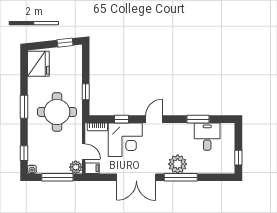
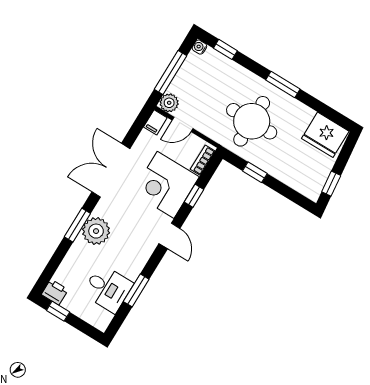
printer: (228, 166) -> (55, 292), added
window: (181, 177) -> (77, 225), width x0.69

